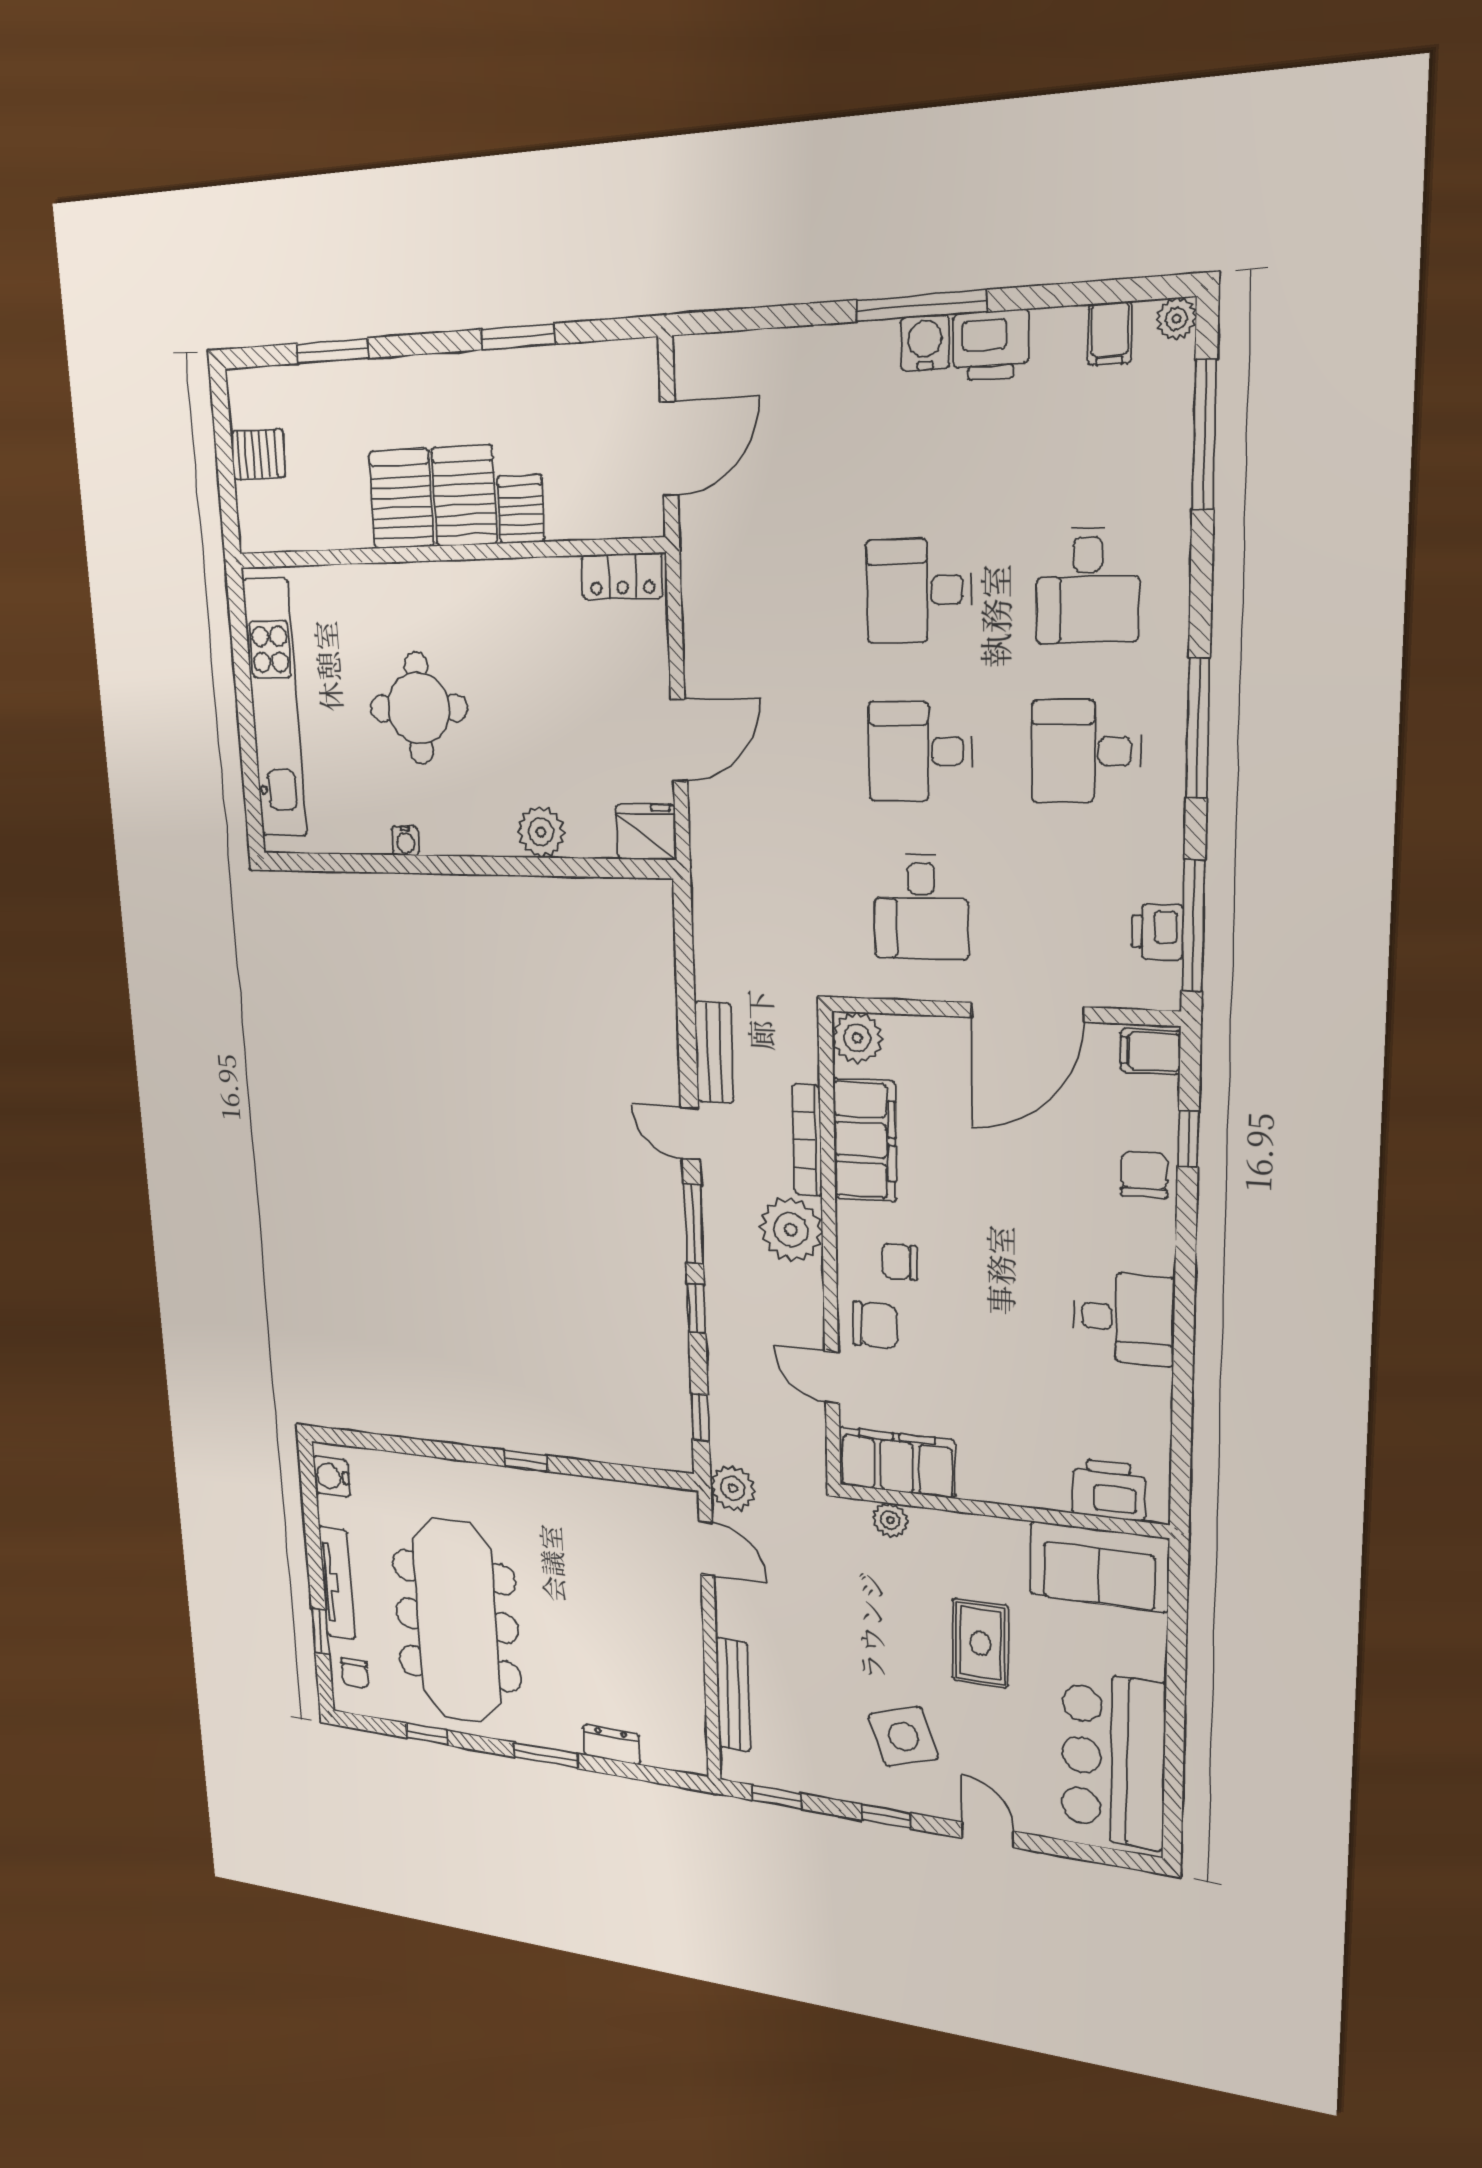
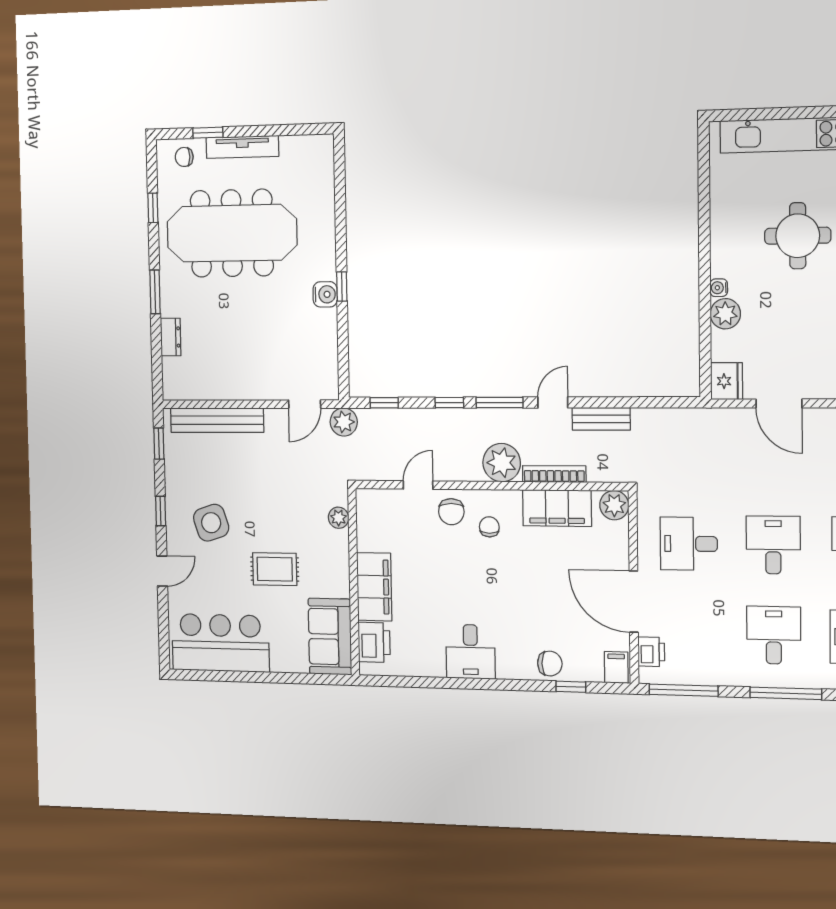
water cooler: (406, 841) -> (719, 288), moved
printer: (1157, 932) -> (651, 652), moved, turned 90
filing cabinet: (897, 1462) -> (374, 587), moved
water cooler: (332, 1476) -> (325, 294), moved, turned 90
bench: (733, 1695) -> (217, 420), width x1.37, depth x1.21

